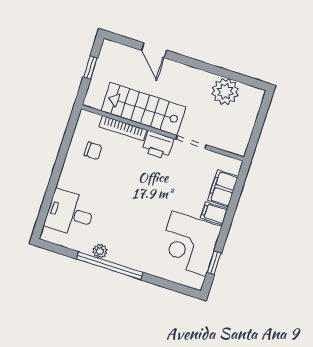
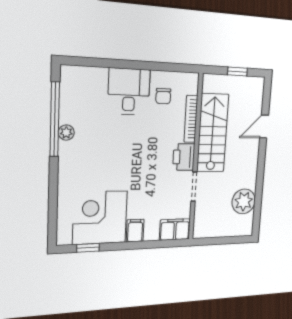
filing cabinet: (223, 188) -> (175, 229), moved
desk: (70, 213) -> (129, 92), moved
window: (110, 266) -> (55, 119), moved

